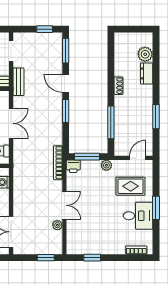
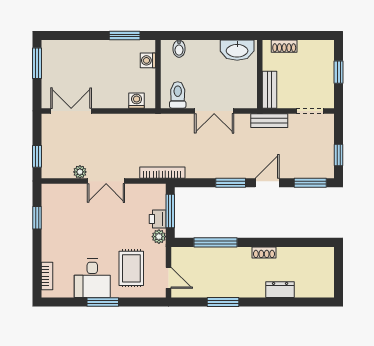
plant: (145, 54) -> (305, 288), removed
printer: (73, 166) -> (158, 219), moved

